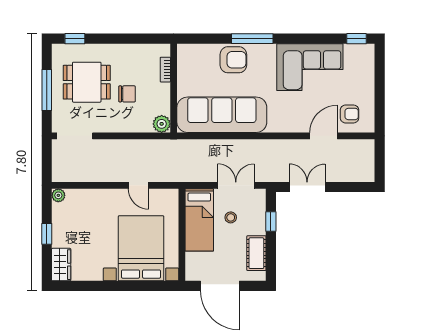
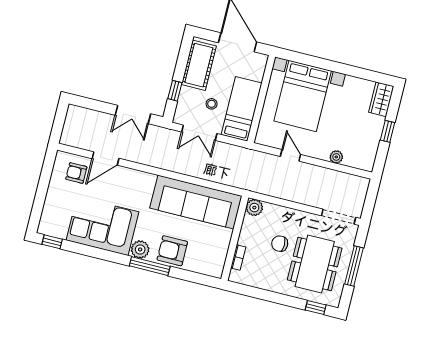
plant: (266, 53) -> (140, 249), added
dining table: (87, 82) -> (315, 264), width x1.38
plant: (58, 195) -> (336, 157), moved
cot: (256, 253) -> (199, 65), width x1.37, depth x1.34

